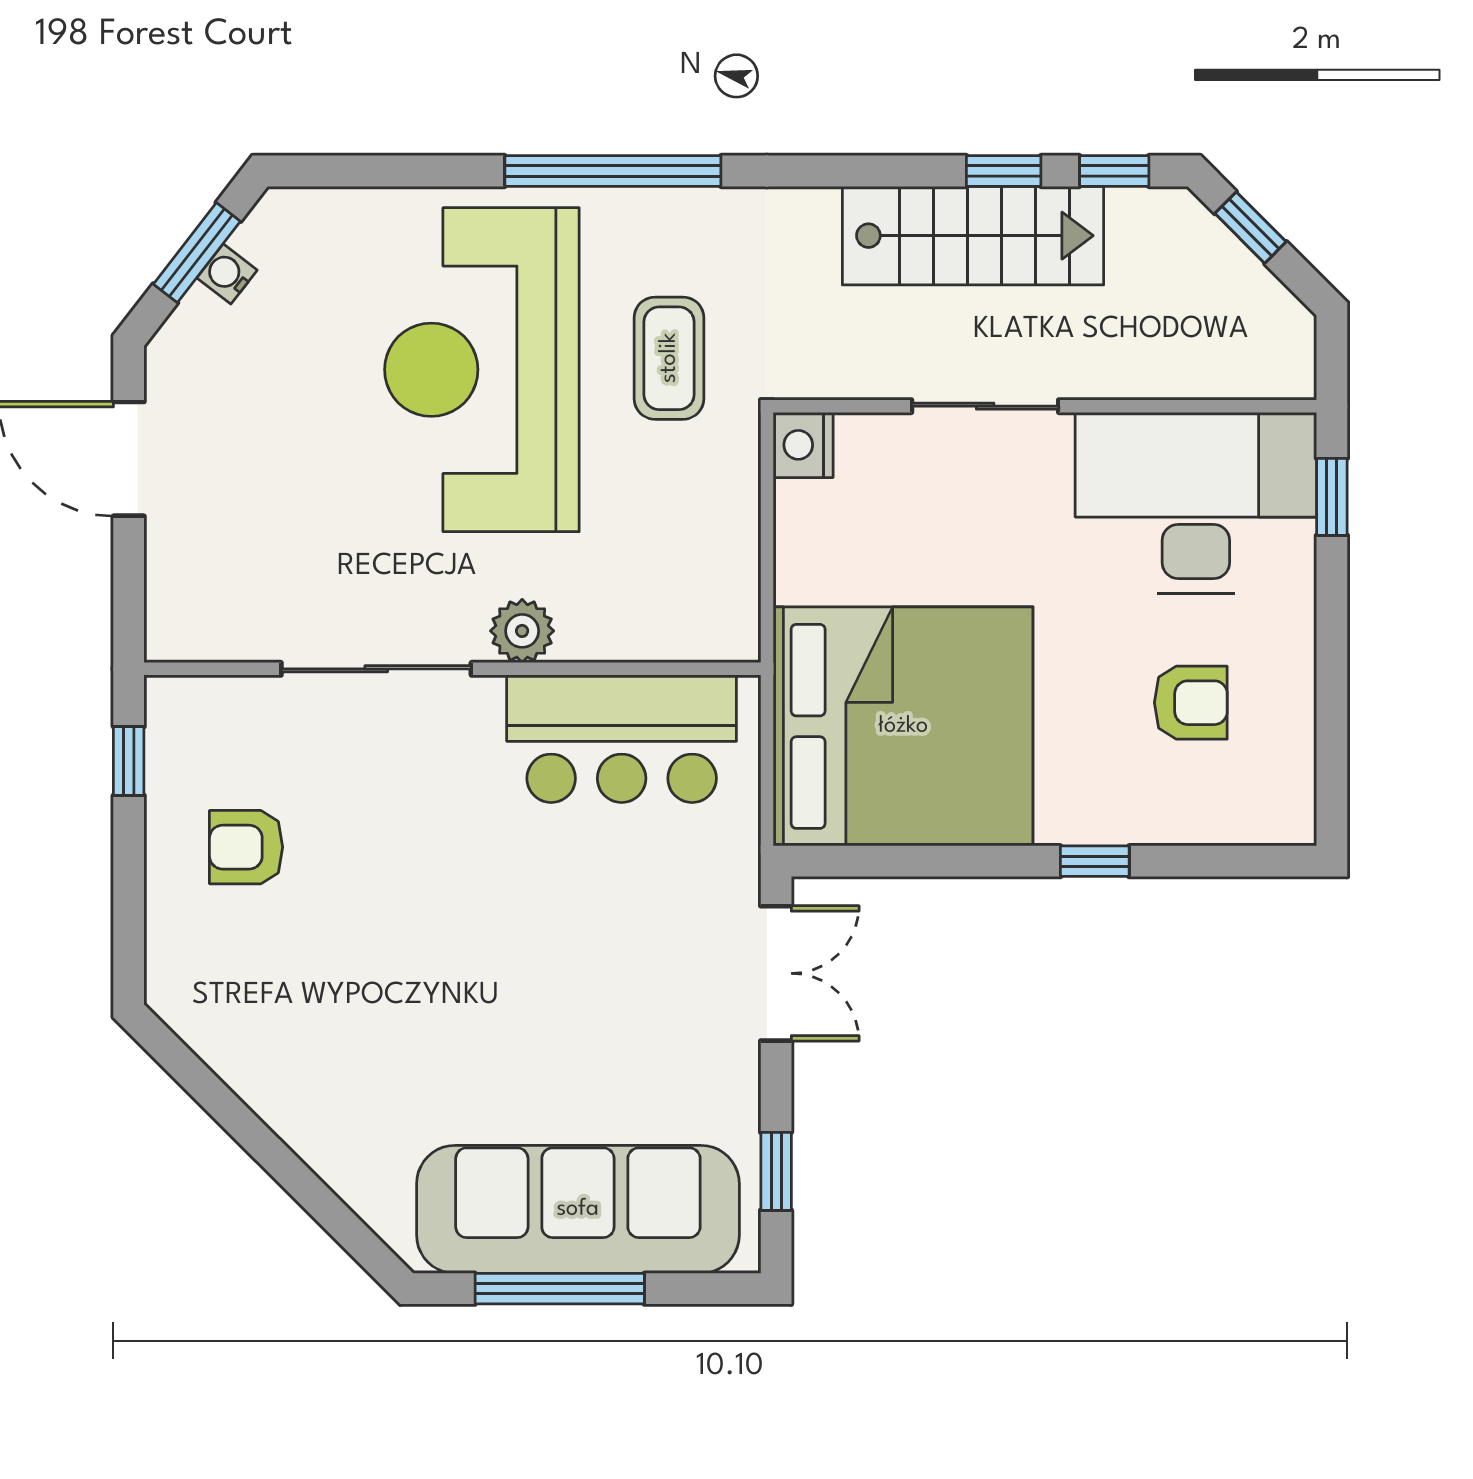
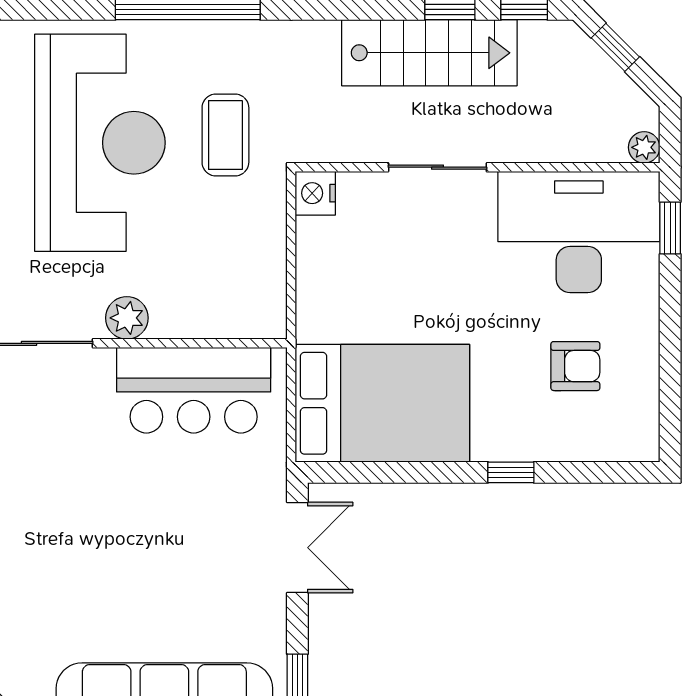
reception desk: (482, 370) -> (100, 143), turned 180
plant: (1293, 377) -> (644, 147), added
bed: (903, 726) -> (382, 403), width x0.73

